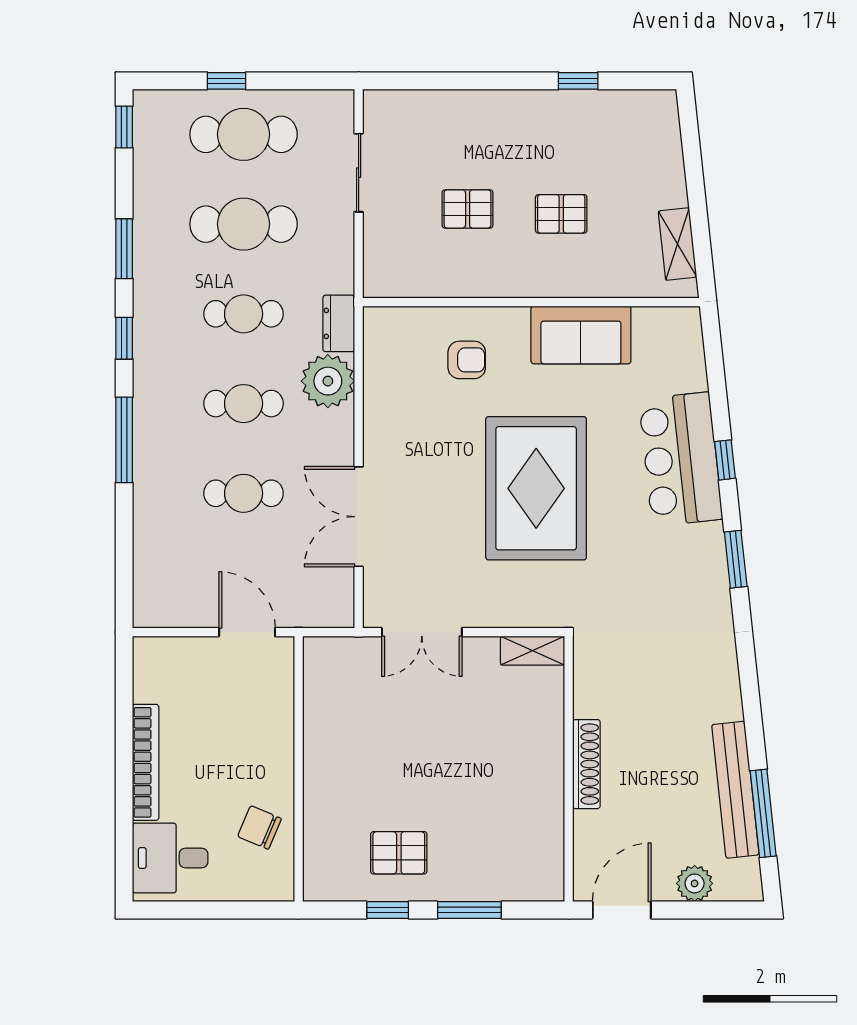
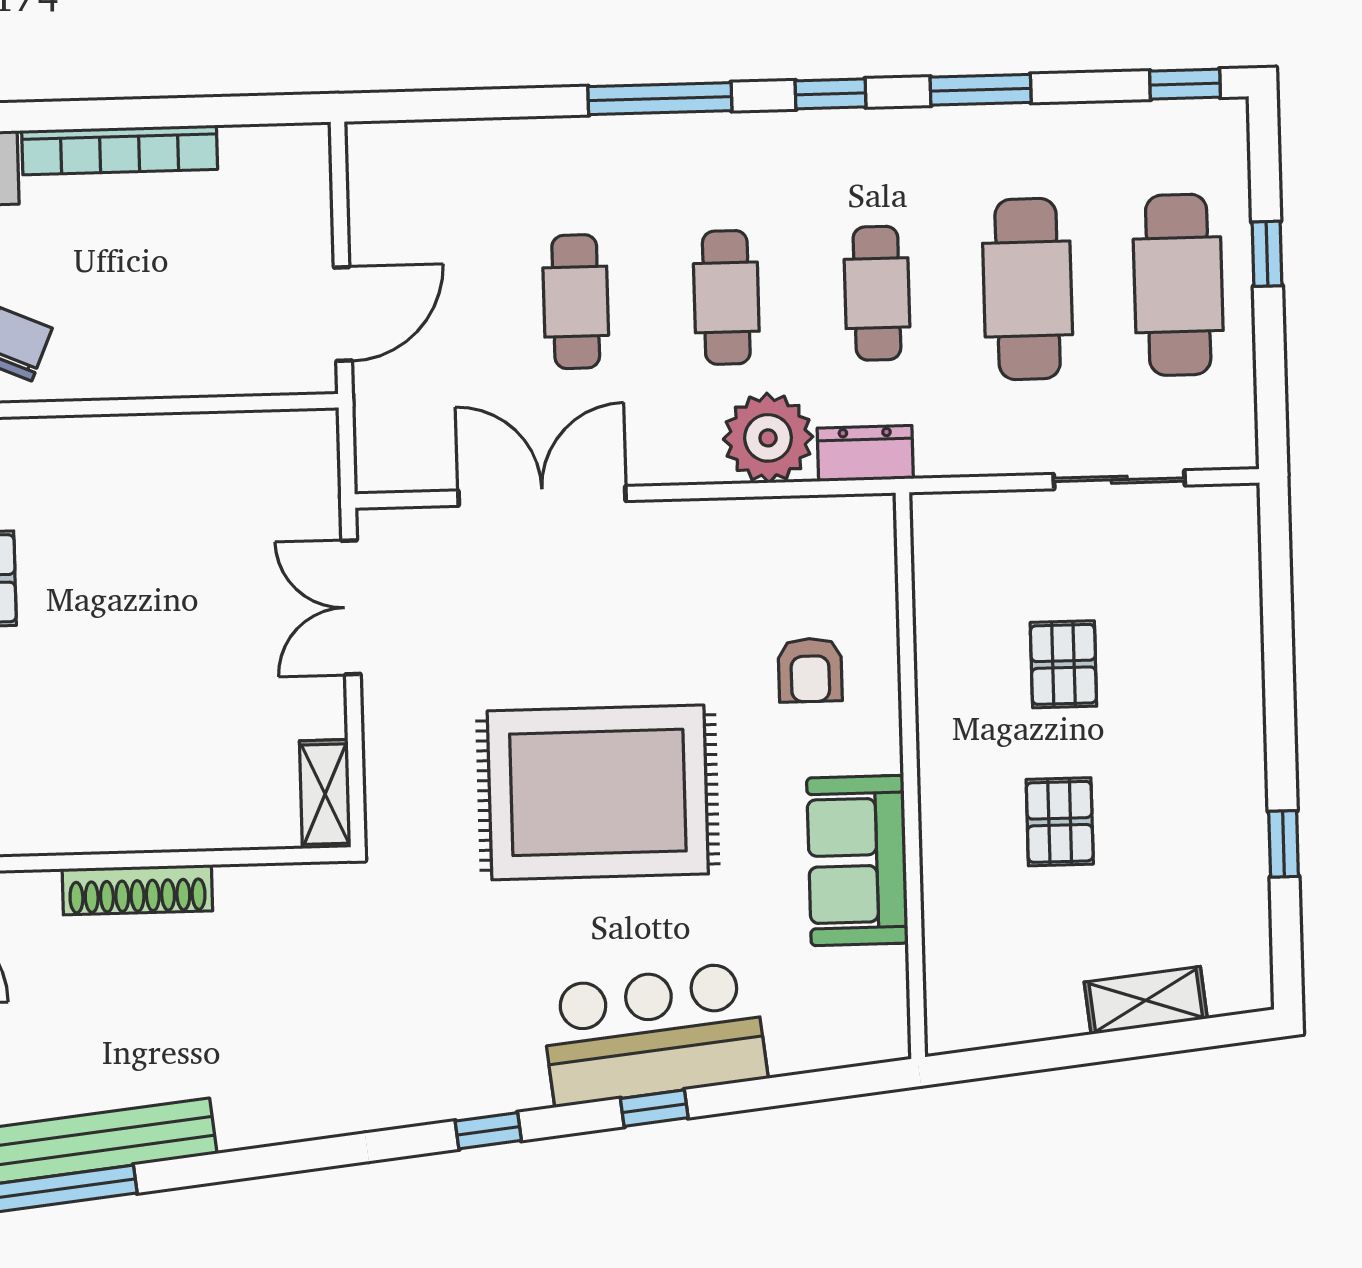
shelving: (677, 244) -> (1146, 1000), moved
window: (736, 559) -> (488, 1131), width x0.67

